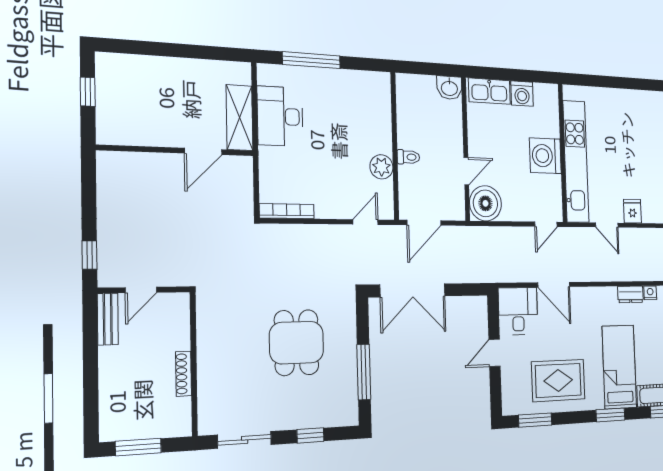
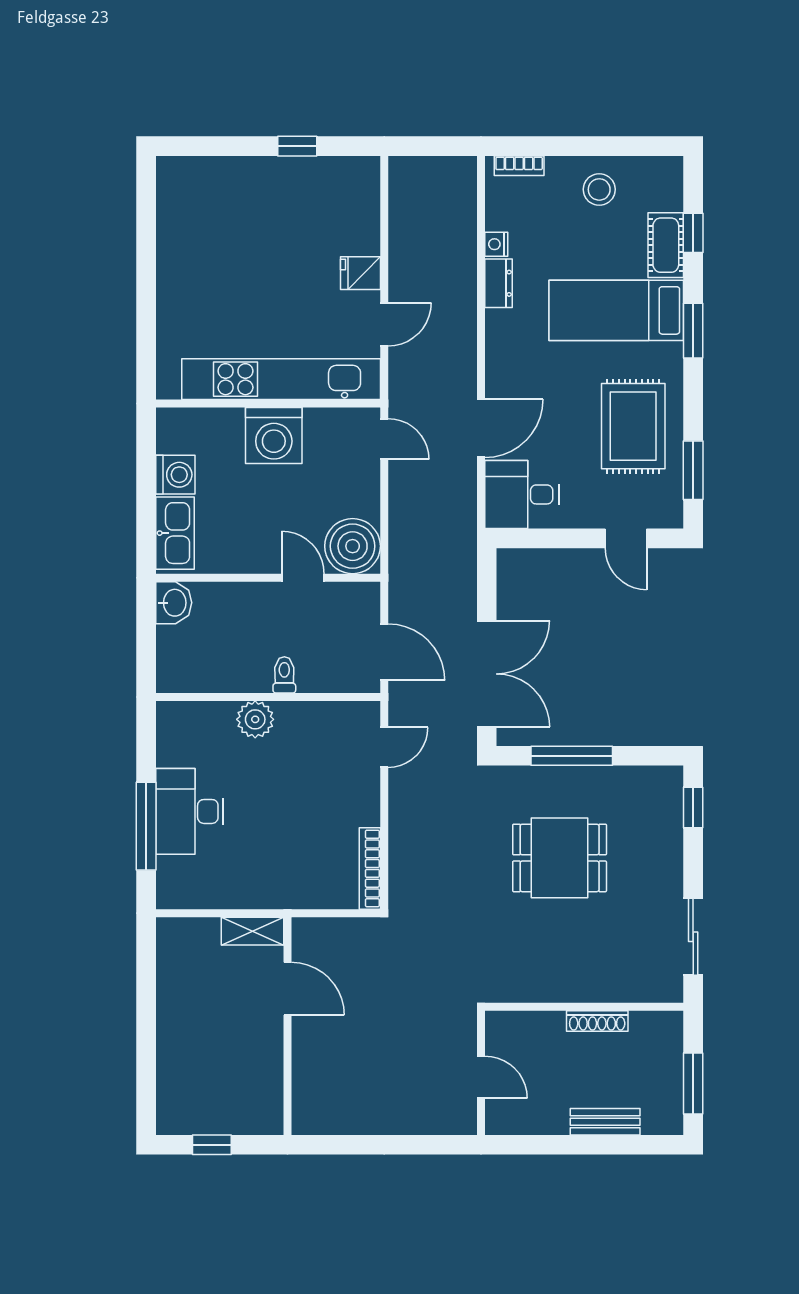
desk: (280, 116) -> (190, 811), moved, turned 90
shelving: (240, 118) -> (252, 931), width x0.67, depth x0.75
plant: (381, 167) -> (255, 719), moved
door: (365, 222) -> (384, 747), swing flipped
window: (89, 255) -> (433, 1145), removed
bench: (108, 319) -> (605, 1122), moved
door: (495, 353) -> (626, 538), moved
window: (364, 372) -> (572, 756), moved
window: (310, 435) -> (693, 808), moved

